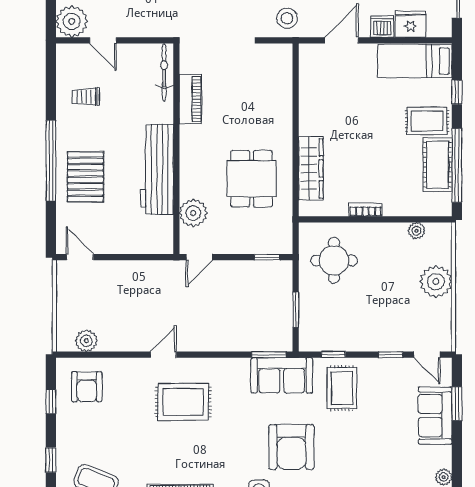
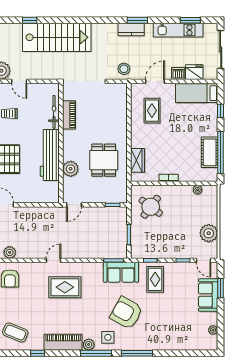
bicycle: (164, 72) -> (54, 112), moved
rug: (427, 121) -> (152, 111), moved, turned 90
wardrobe: (311, 168) -> (137, 160), width x0.67
plant: (193, 213) -> (71, 169), moved
round table: (334, 260) -> (151, 207), turned 37
plant: (436, 282) -> (209, 233), moved
armchair: (291, 447) -> (126, 313), turned 119

